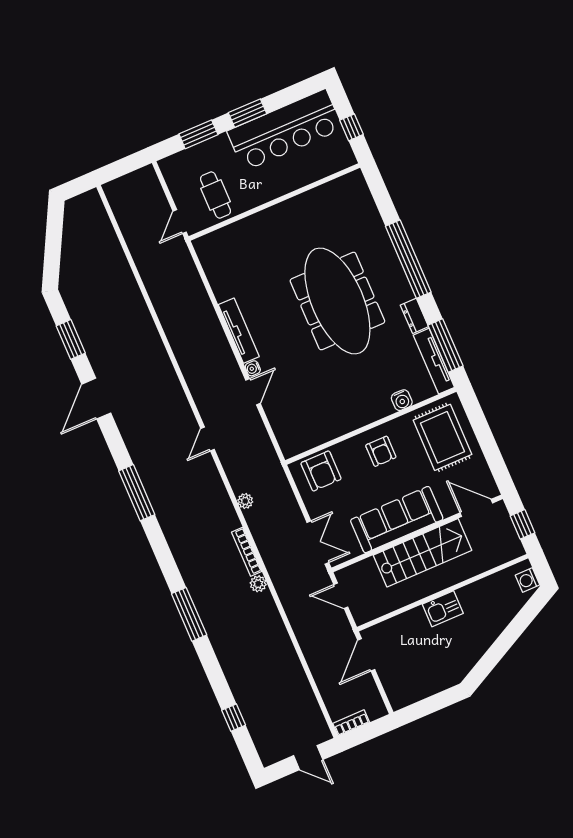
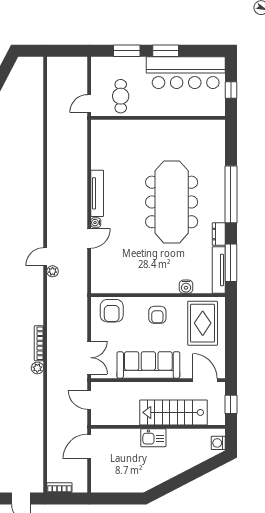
plant: (245, 501) -> (53, 271), moved
stairs: (422, 553) -> (173, 412), moved, turned 180

